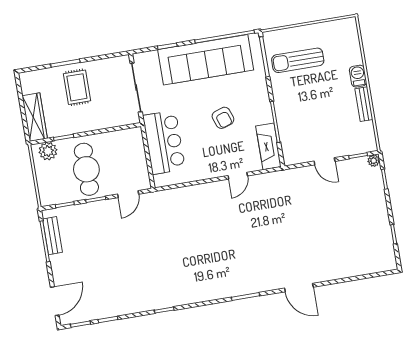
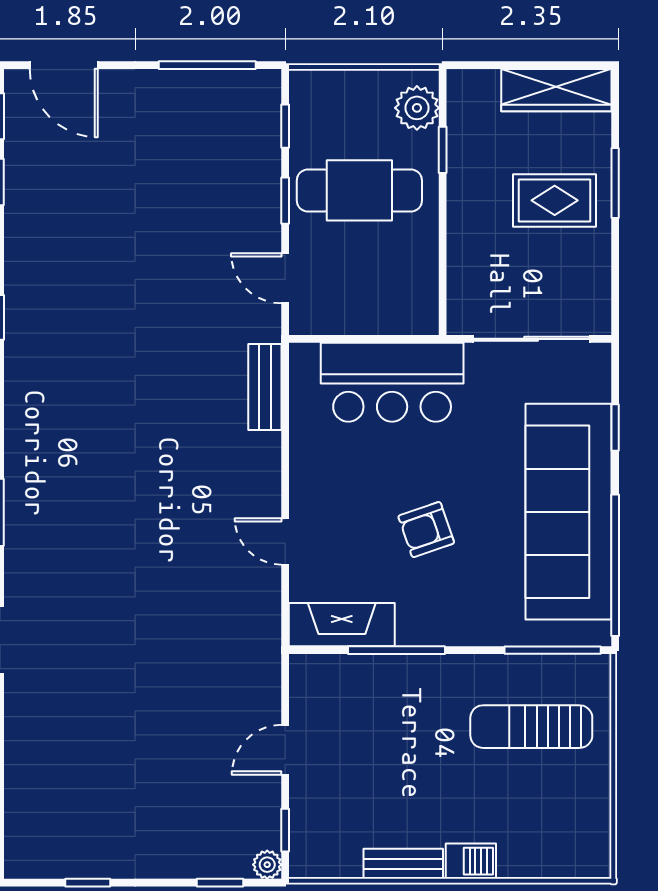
sun lounger: (298, 60) -> (531, 727), turned -90
wardrobe: (35, 117) -> (556, 90), moved
bench: (52, 236) -> (265, 387), moved, turned 90

